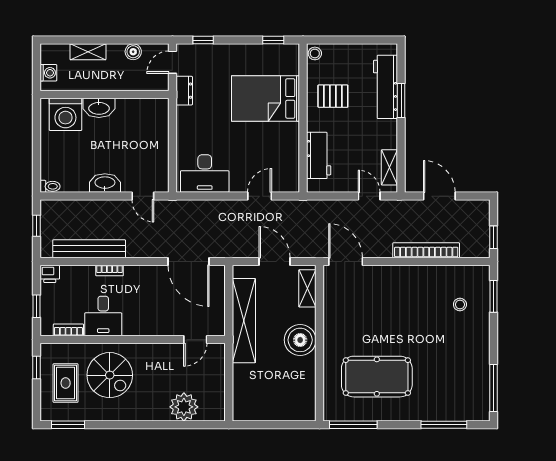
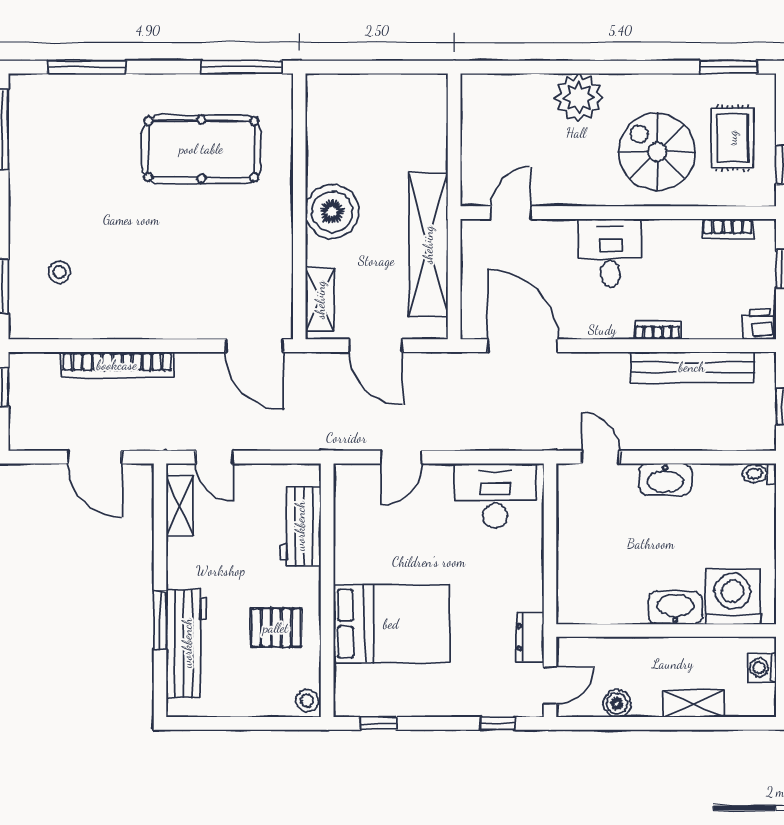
desk: (103, 316) -> (610, 253), moved
plant: (184, 407) -> (579, 97), moved

